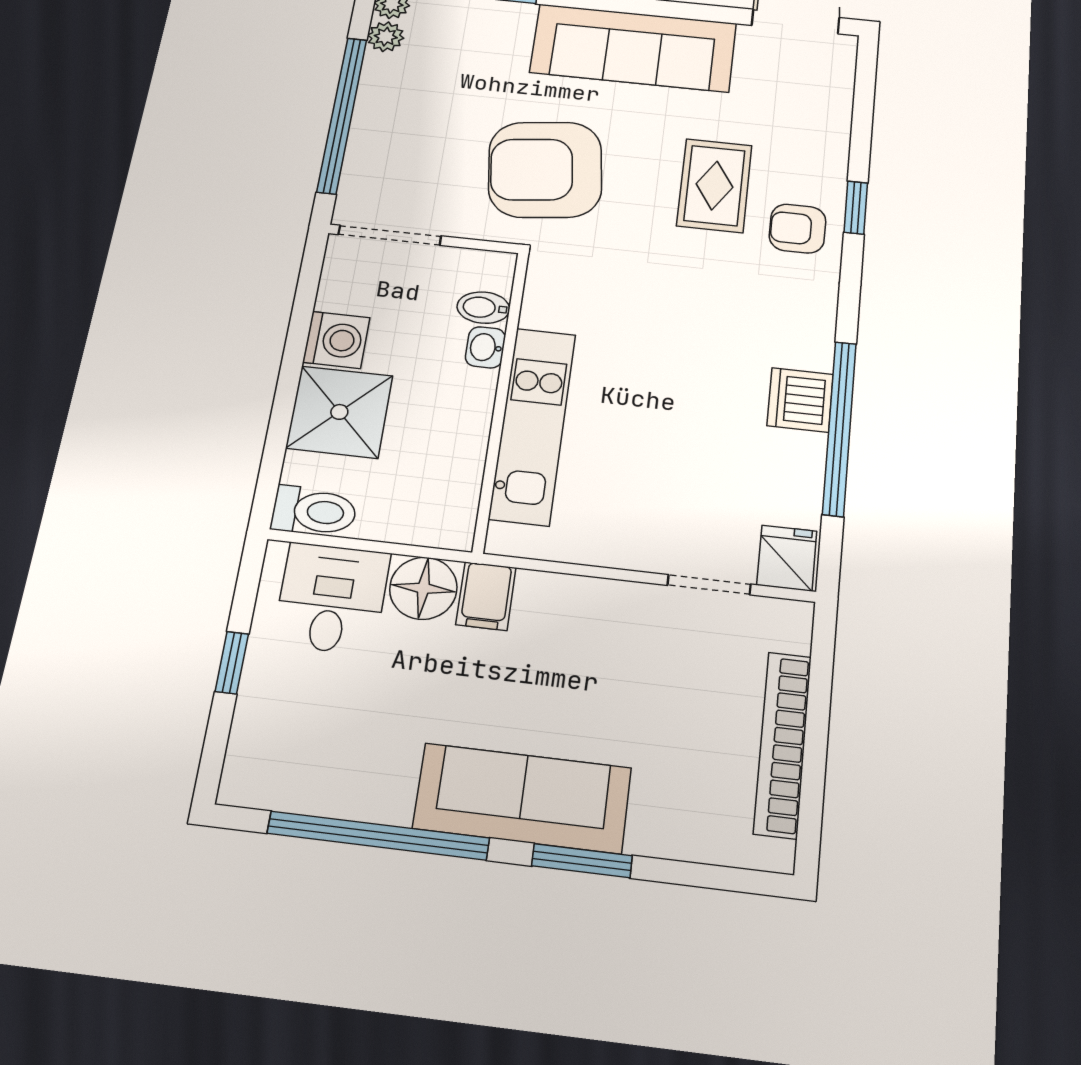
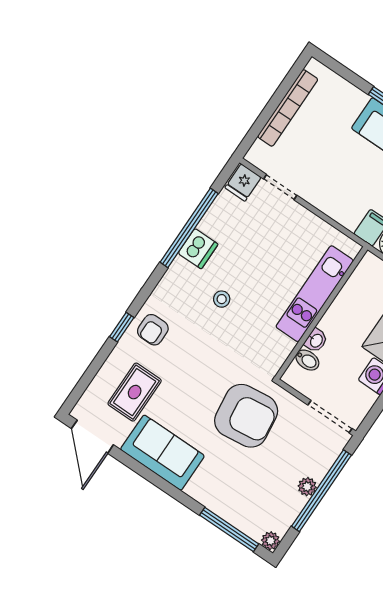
plant: (386, 37) -> (307, 487), moved
sofa: (633, 48) -> (162, 453), width x0.73
rug: (714, 185) -> (135, 392), moved
armchair: (798, 229) -> (153, 330), turned 90
stool: (703, 335) -> (222, 299), added

